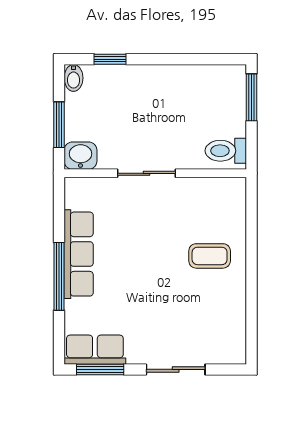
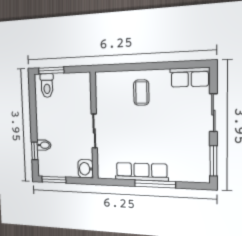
bidet: (74, 78) -> (44, 145), moved
window: (59, 125) -> (54, 180), moved
toilet: (226, 151) -> (47, 86), moved
row of seats: (95, 350) -> (190, 77), moved, turned -90

